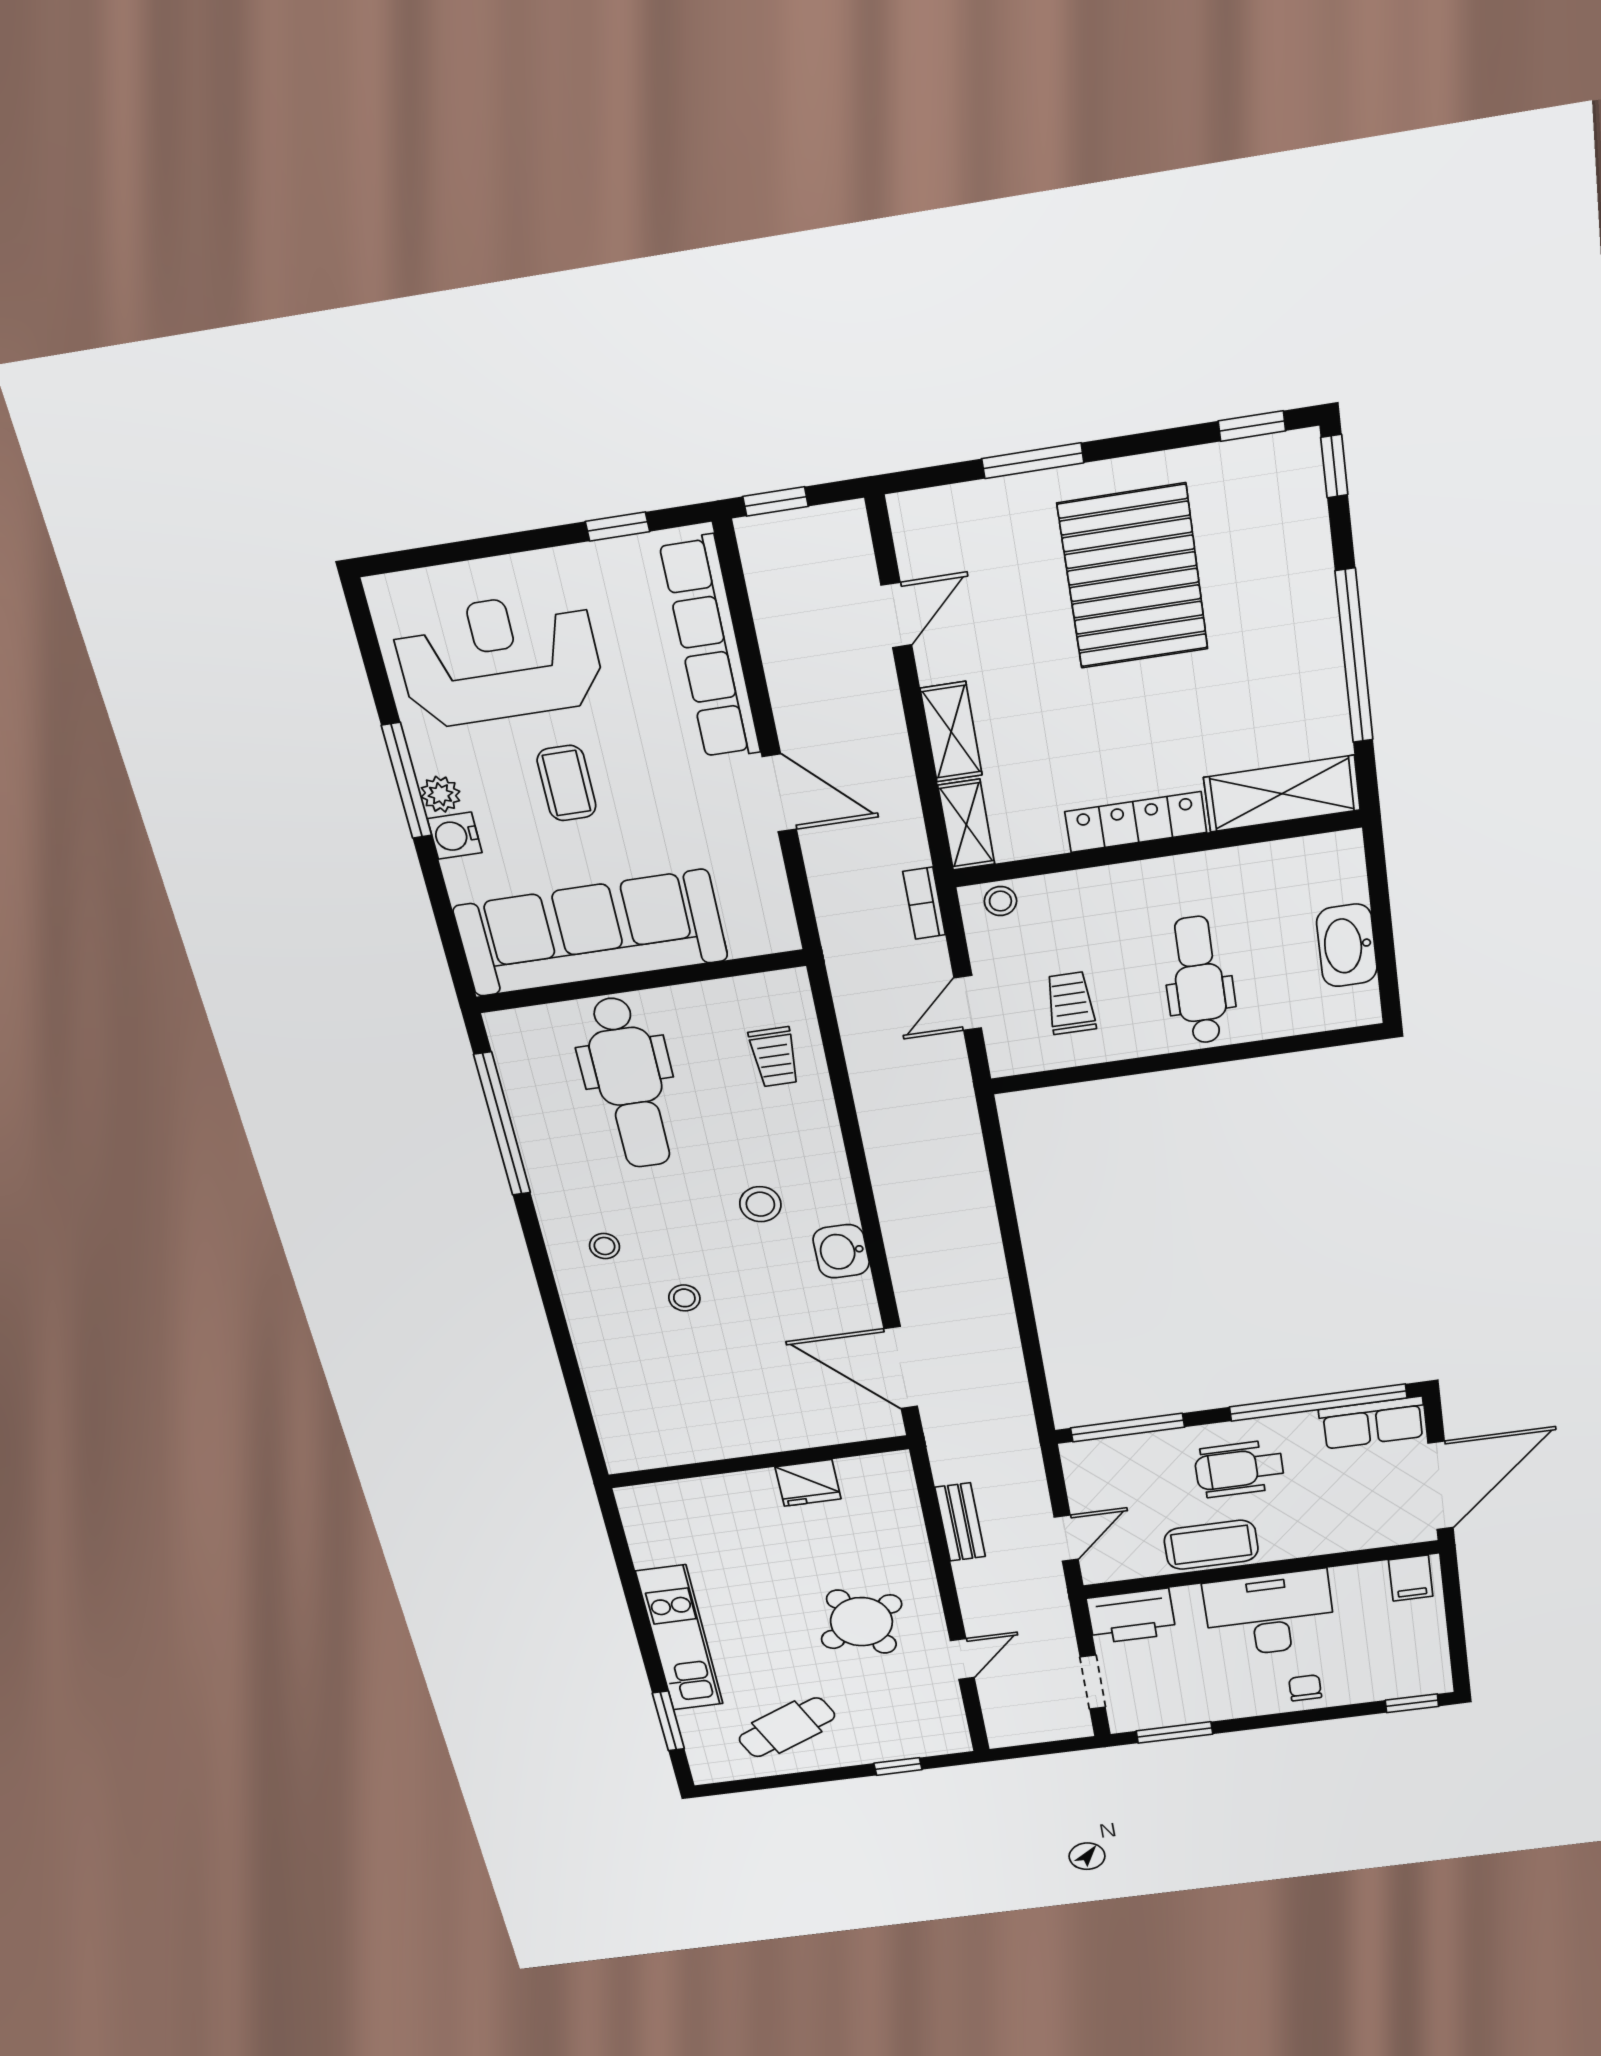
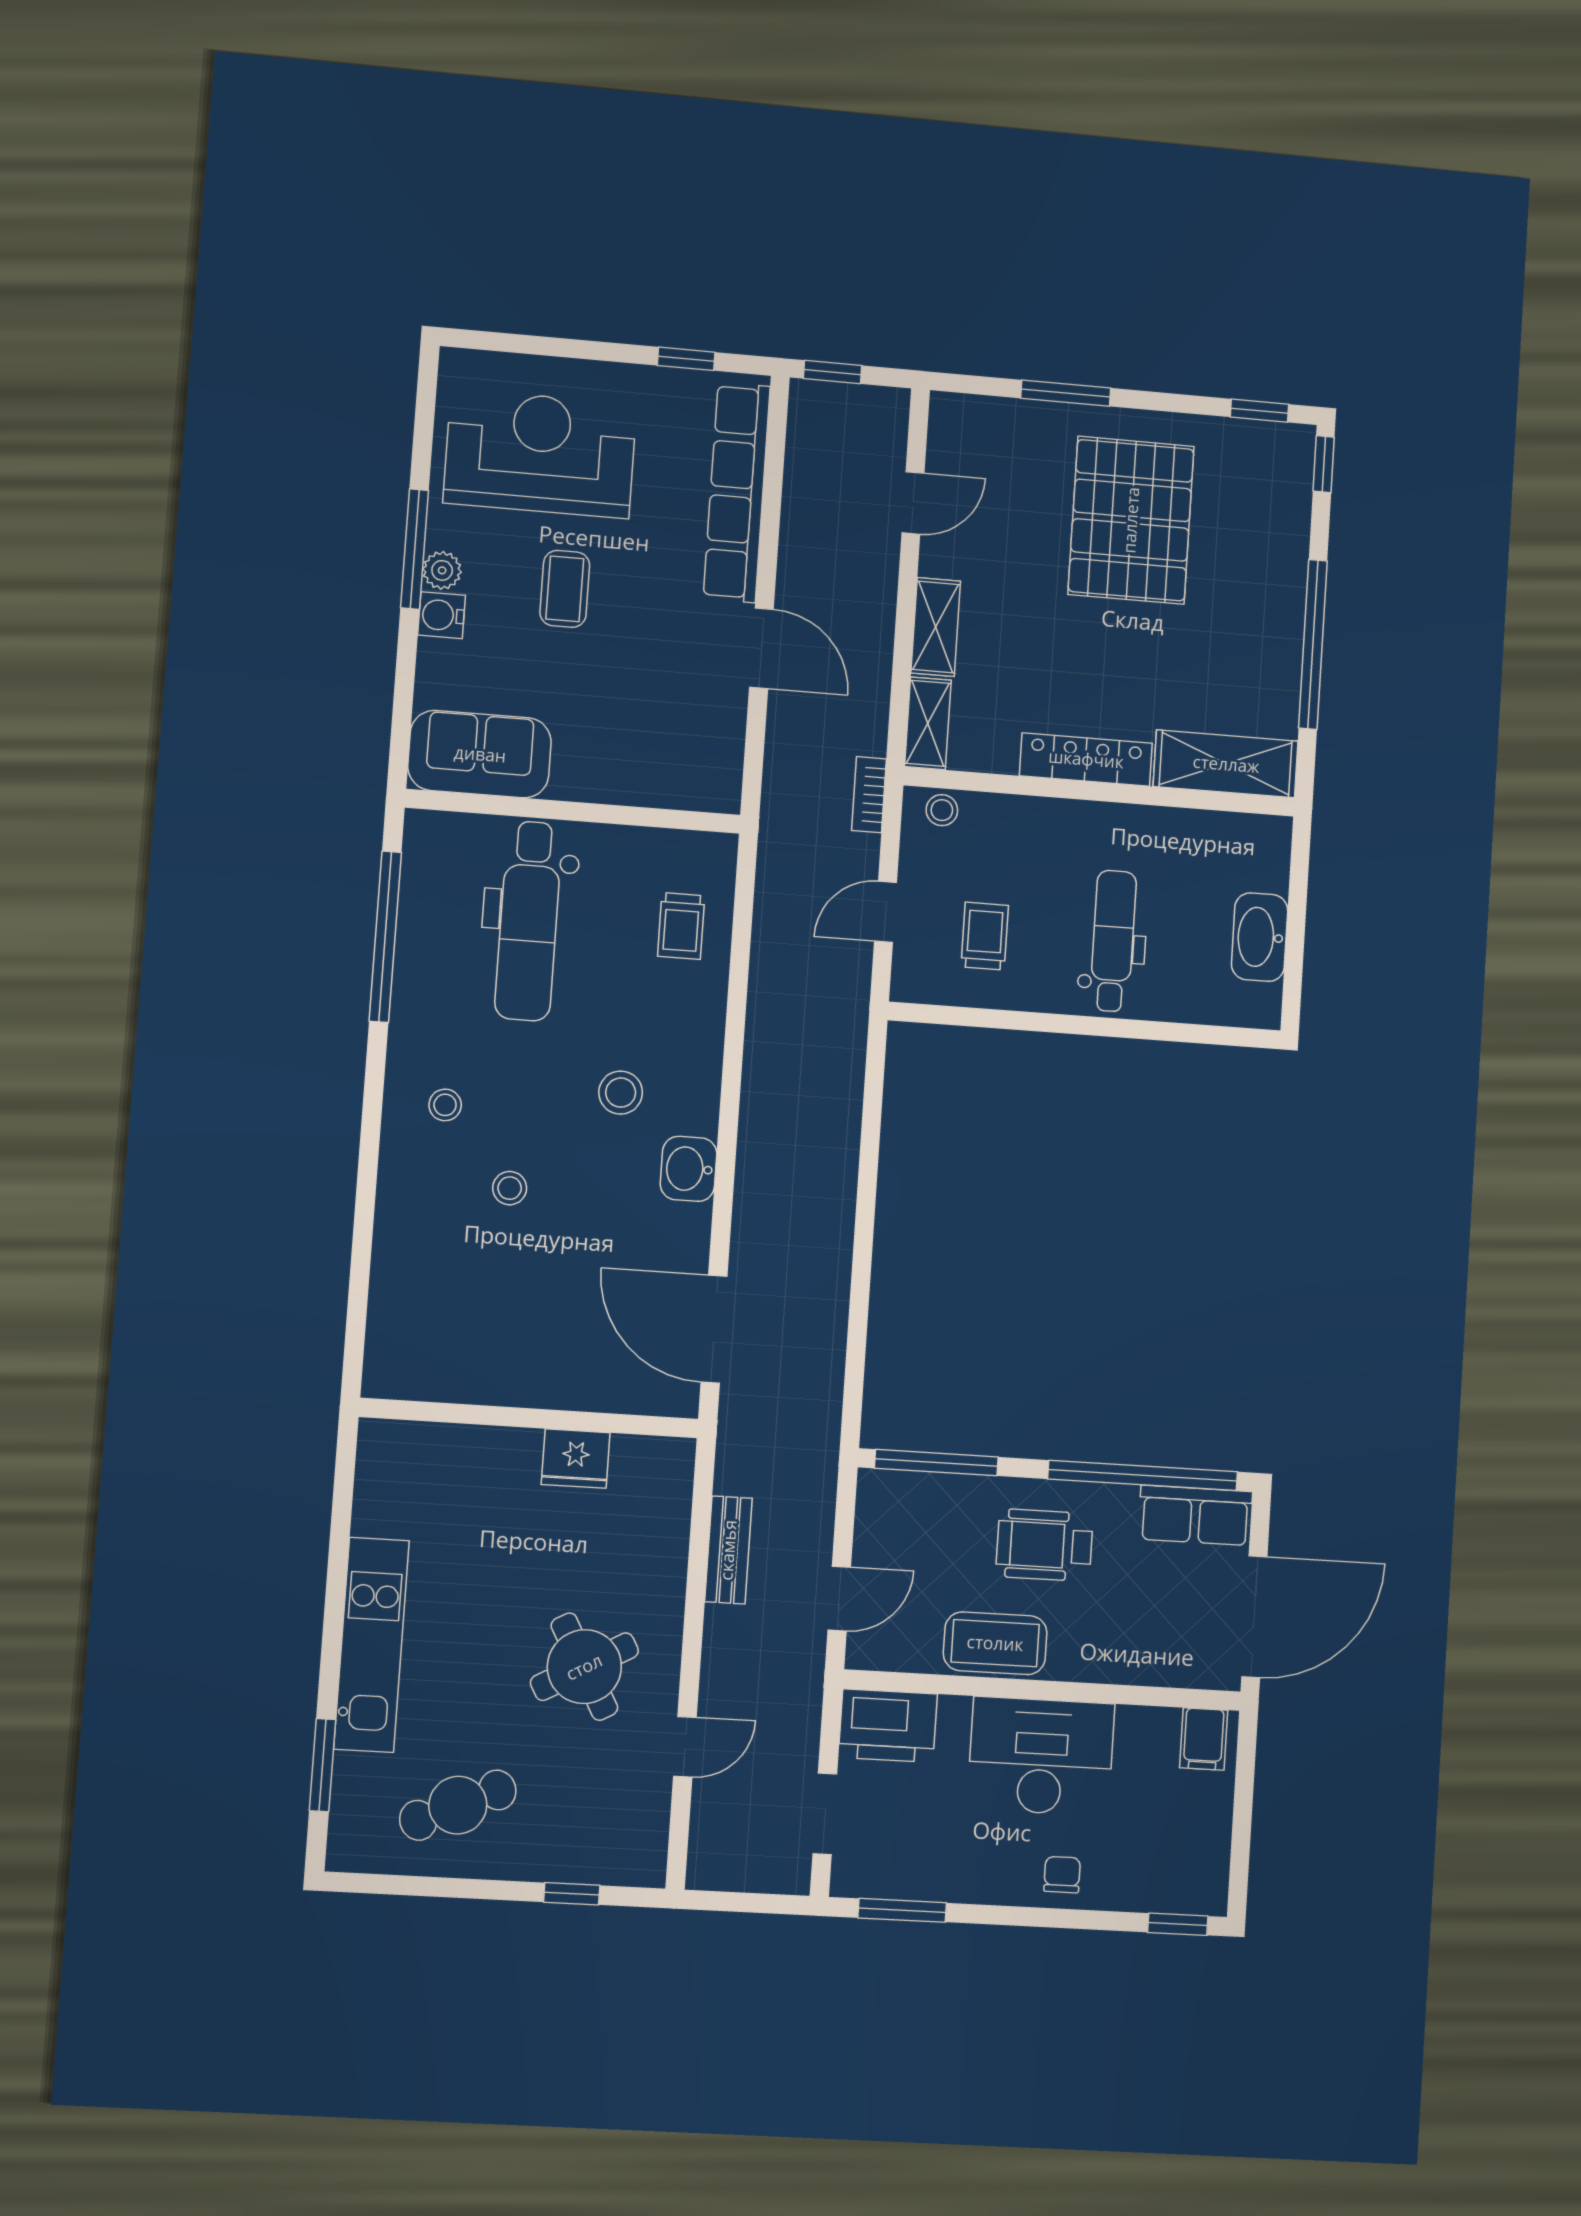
sofa: (591, 933) -> (480, 754), width x0.54, depth x0.79

